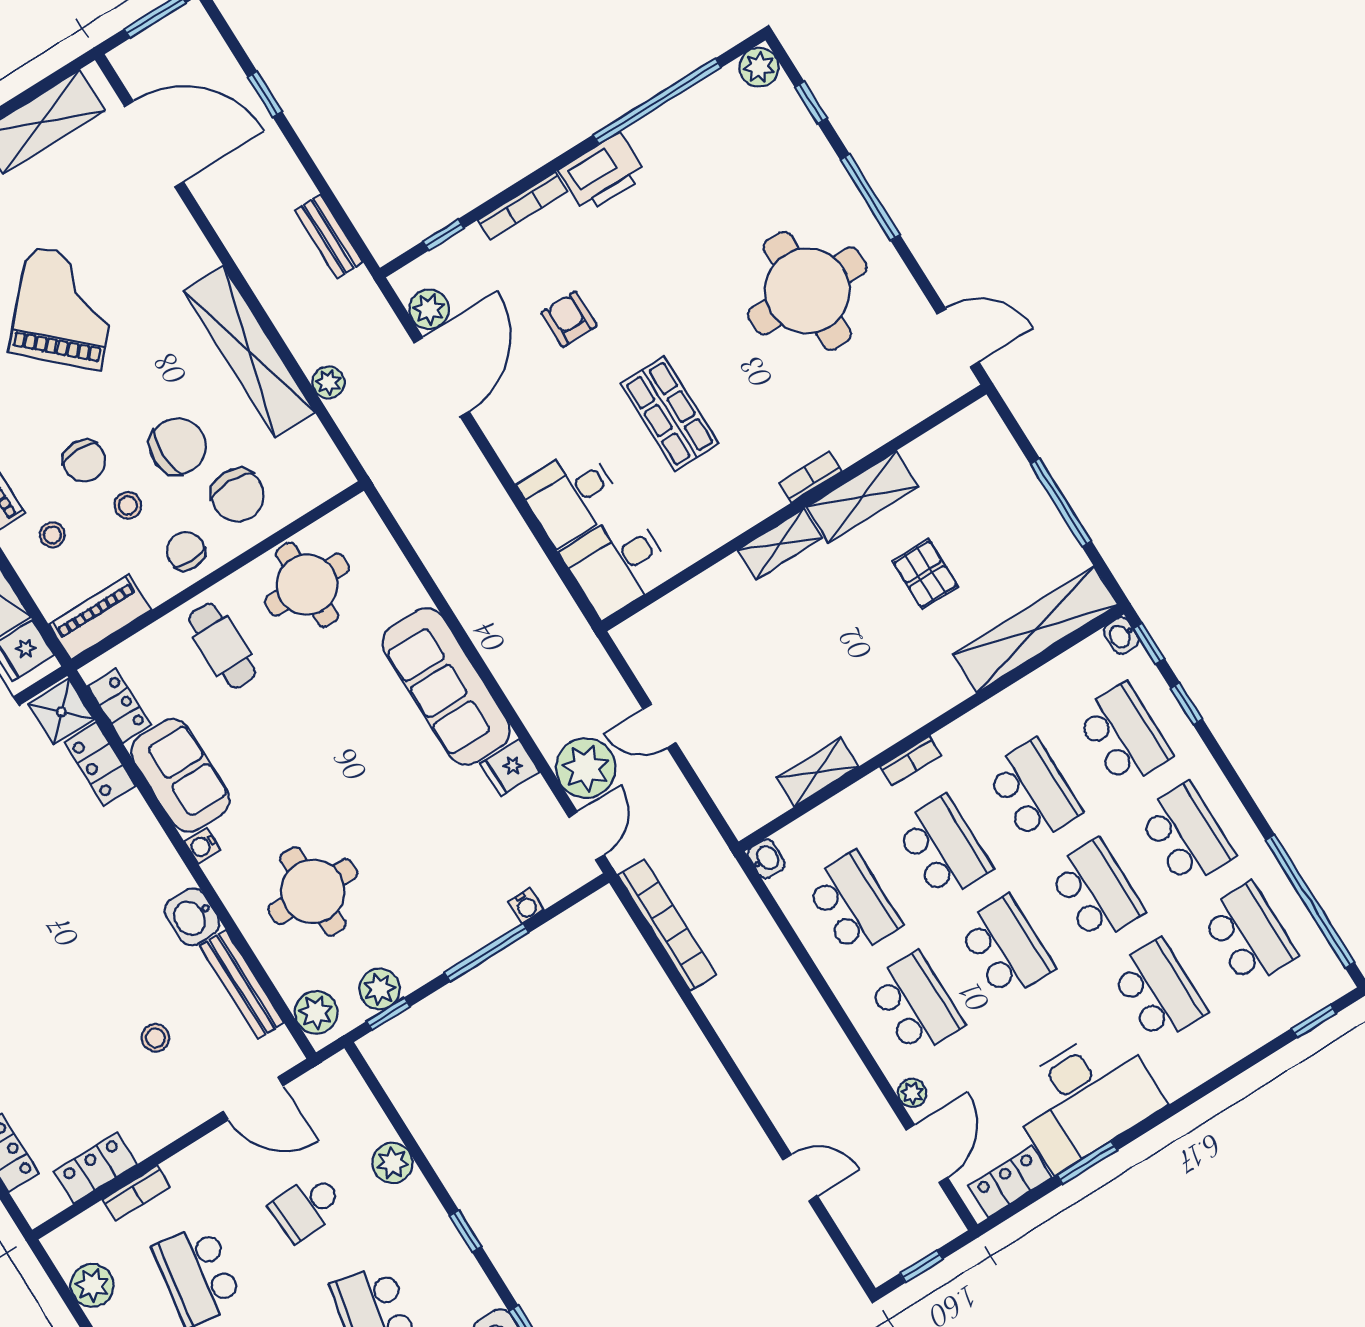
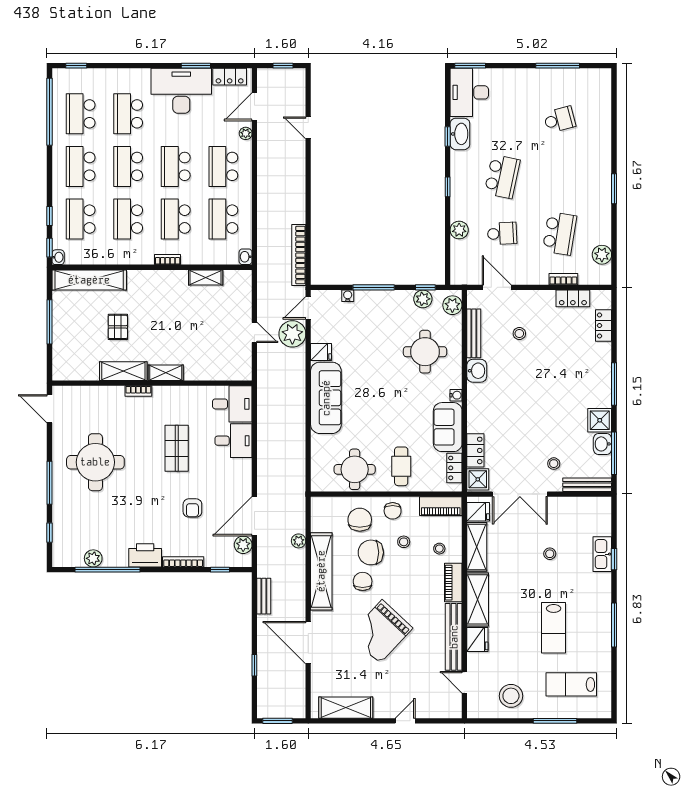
plant: (759, 67) -> (93, 558), moved
door: (154, 144) -> (308, 643), moved
chair: (84, 461) -> (363, 581), moved

